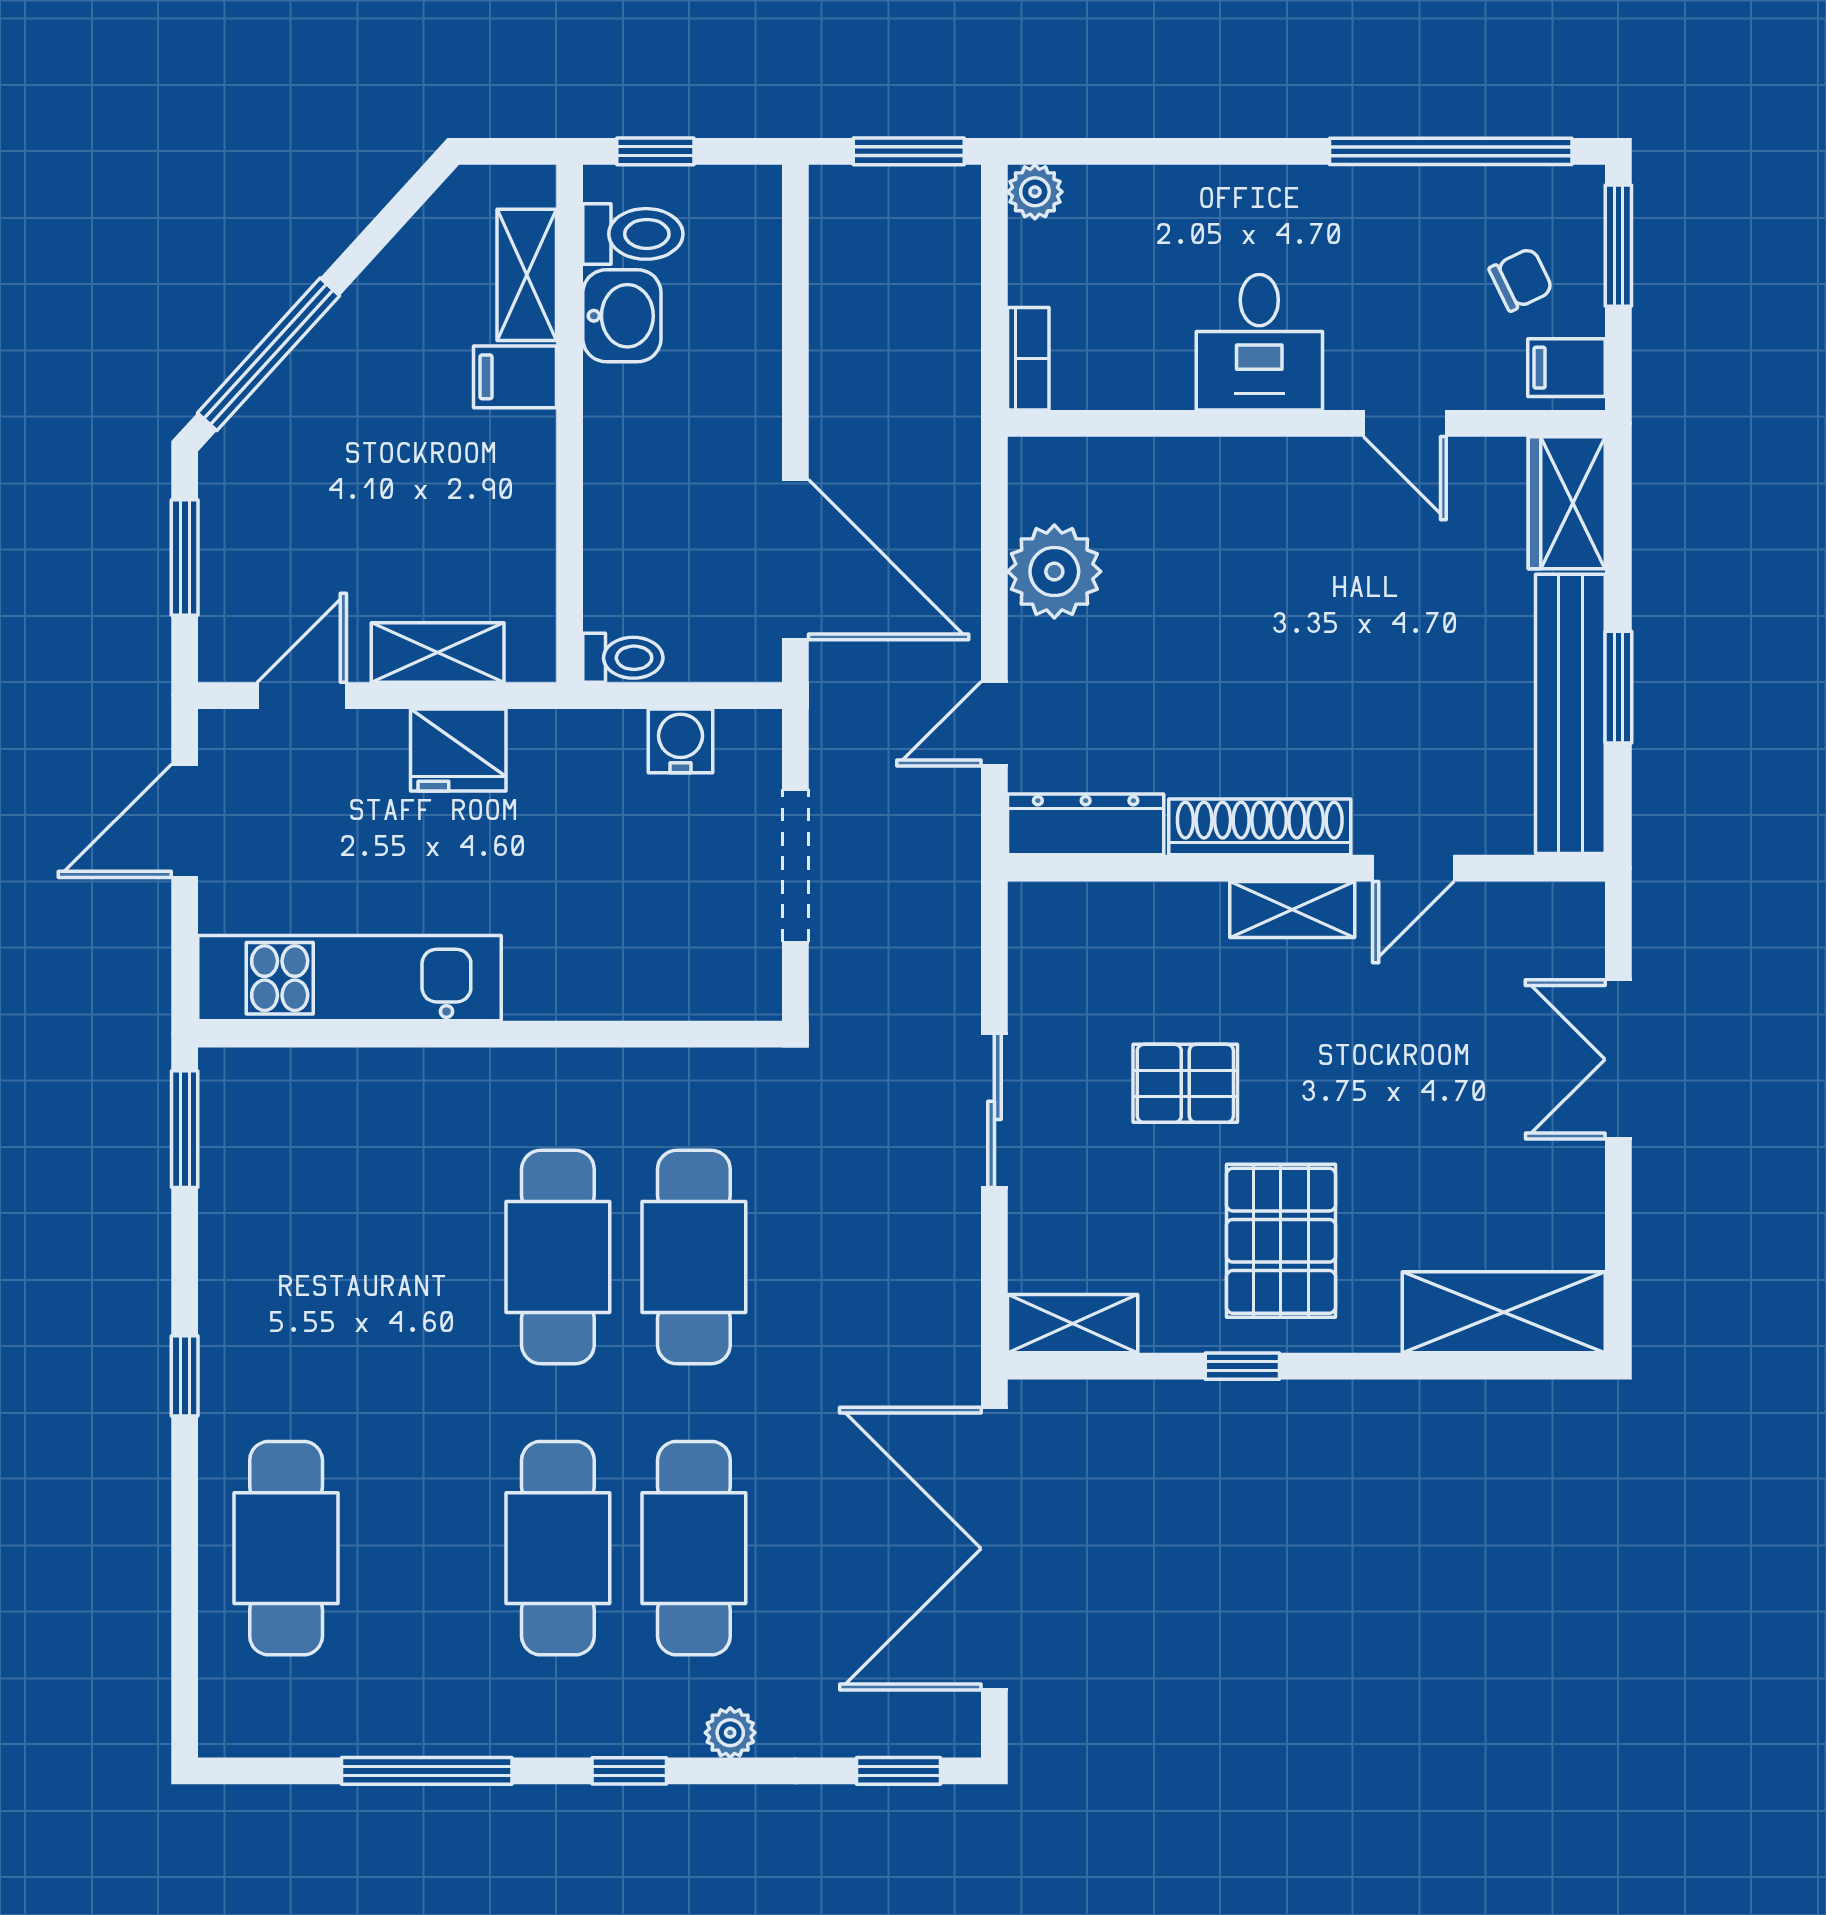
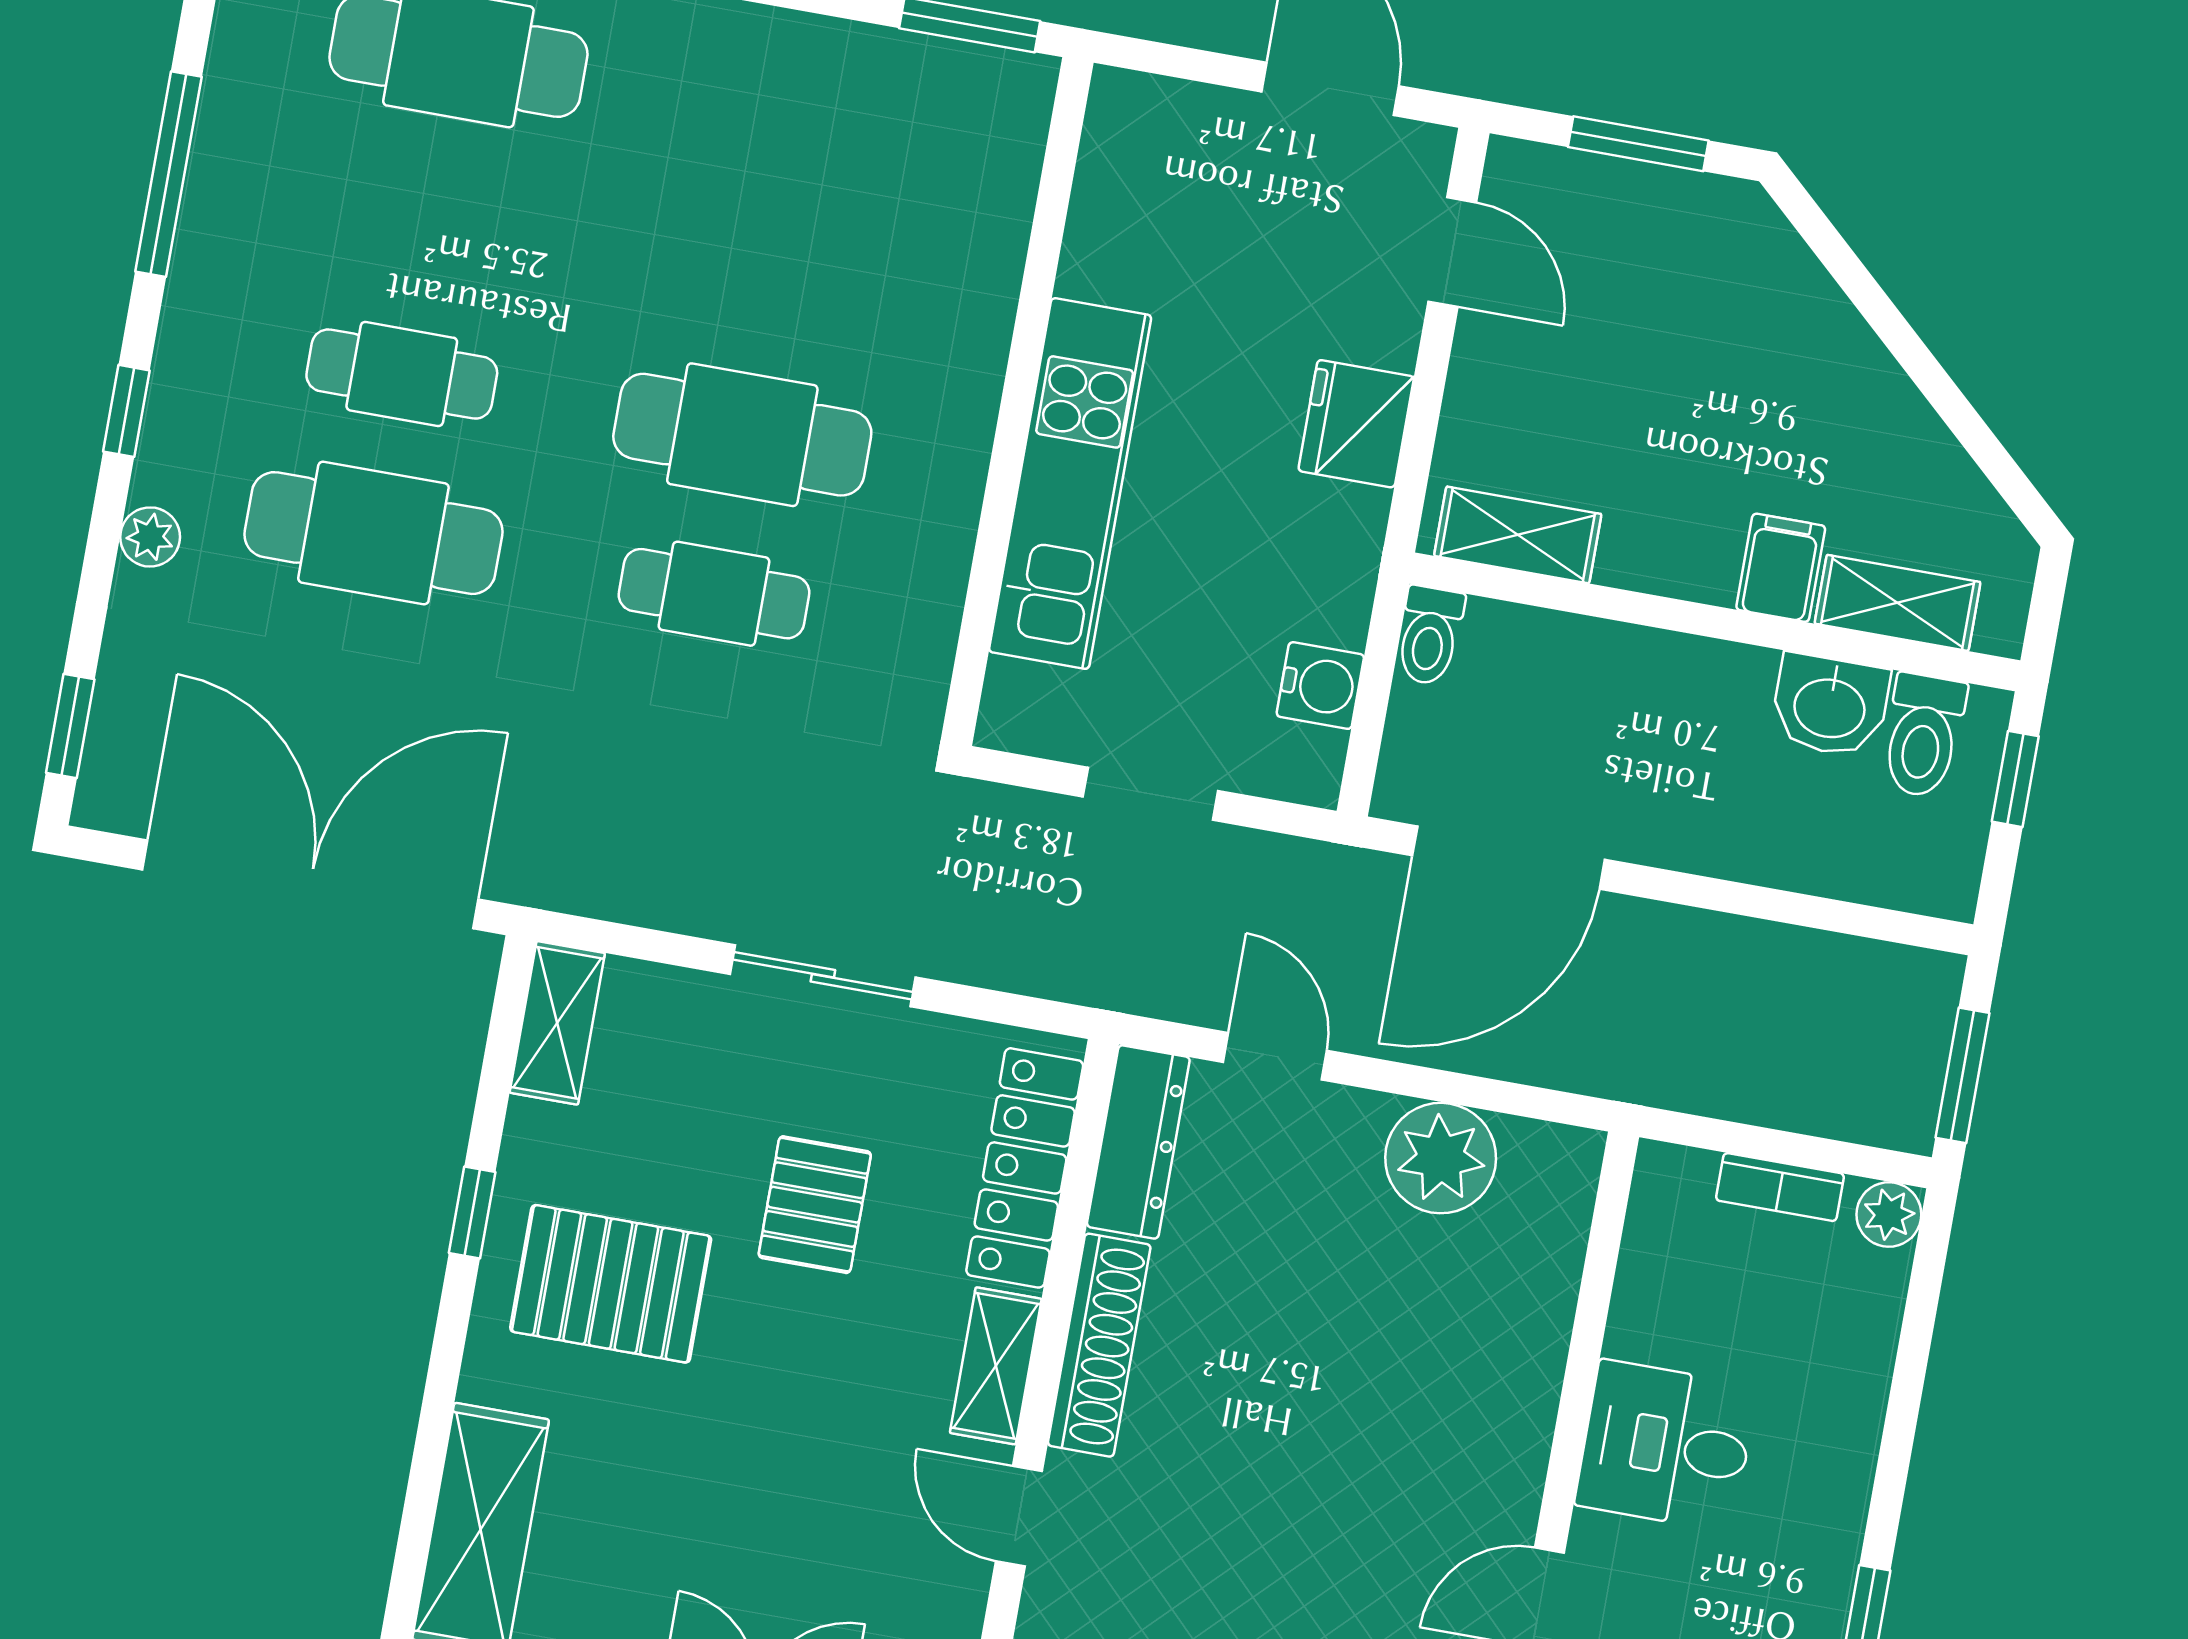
window: (269, 354) -> (1858, 284), removed
bookcase: (1028, 359) -> (1780, 1187), moved
shelving: (438, 653) -> (1518, 535), moved, turned 90
doorway: (795, 866) -> (1150, 794), width x0.73
locker: (1124, 915) -> (1025, 1168), added
kitchen unit: (349, 978) -> (1070, 484), moved
cafe table: (694, 1257) -> (714, 594), width x0.73, depth x0.74
cafe table: (558, 1548) -> (402, 374), width x0.73, depth x0.74

